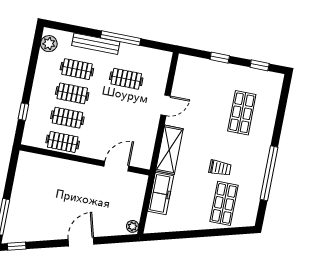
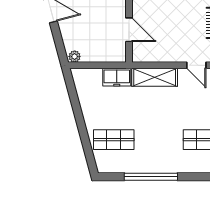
trolley: (220, 168) -> (147, 129), removed
freezer: (161, 194) -> (117, 77), width x0.71

